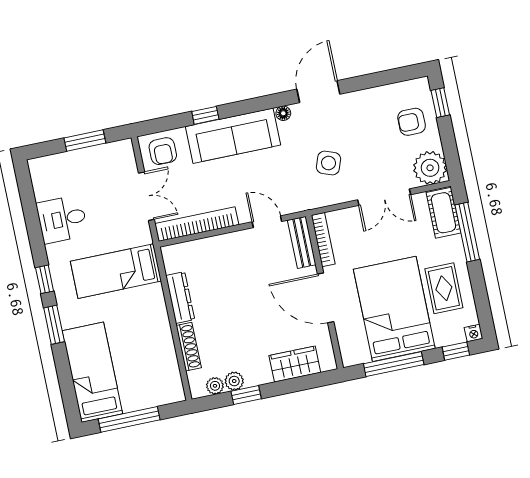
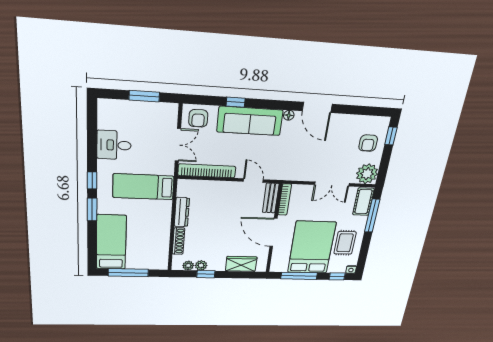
door: (318, 92) -> (317, 108), swing flipped
armchair: (412, 122) -> (368, 143), turned -90
side table: (329, 163) -> (306, 155), removed

